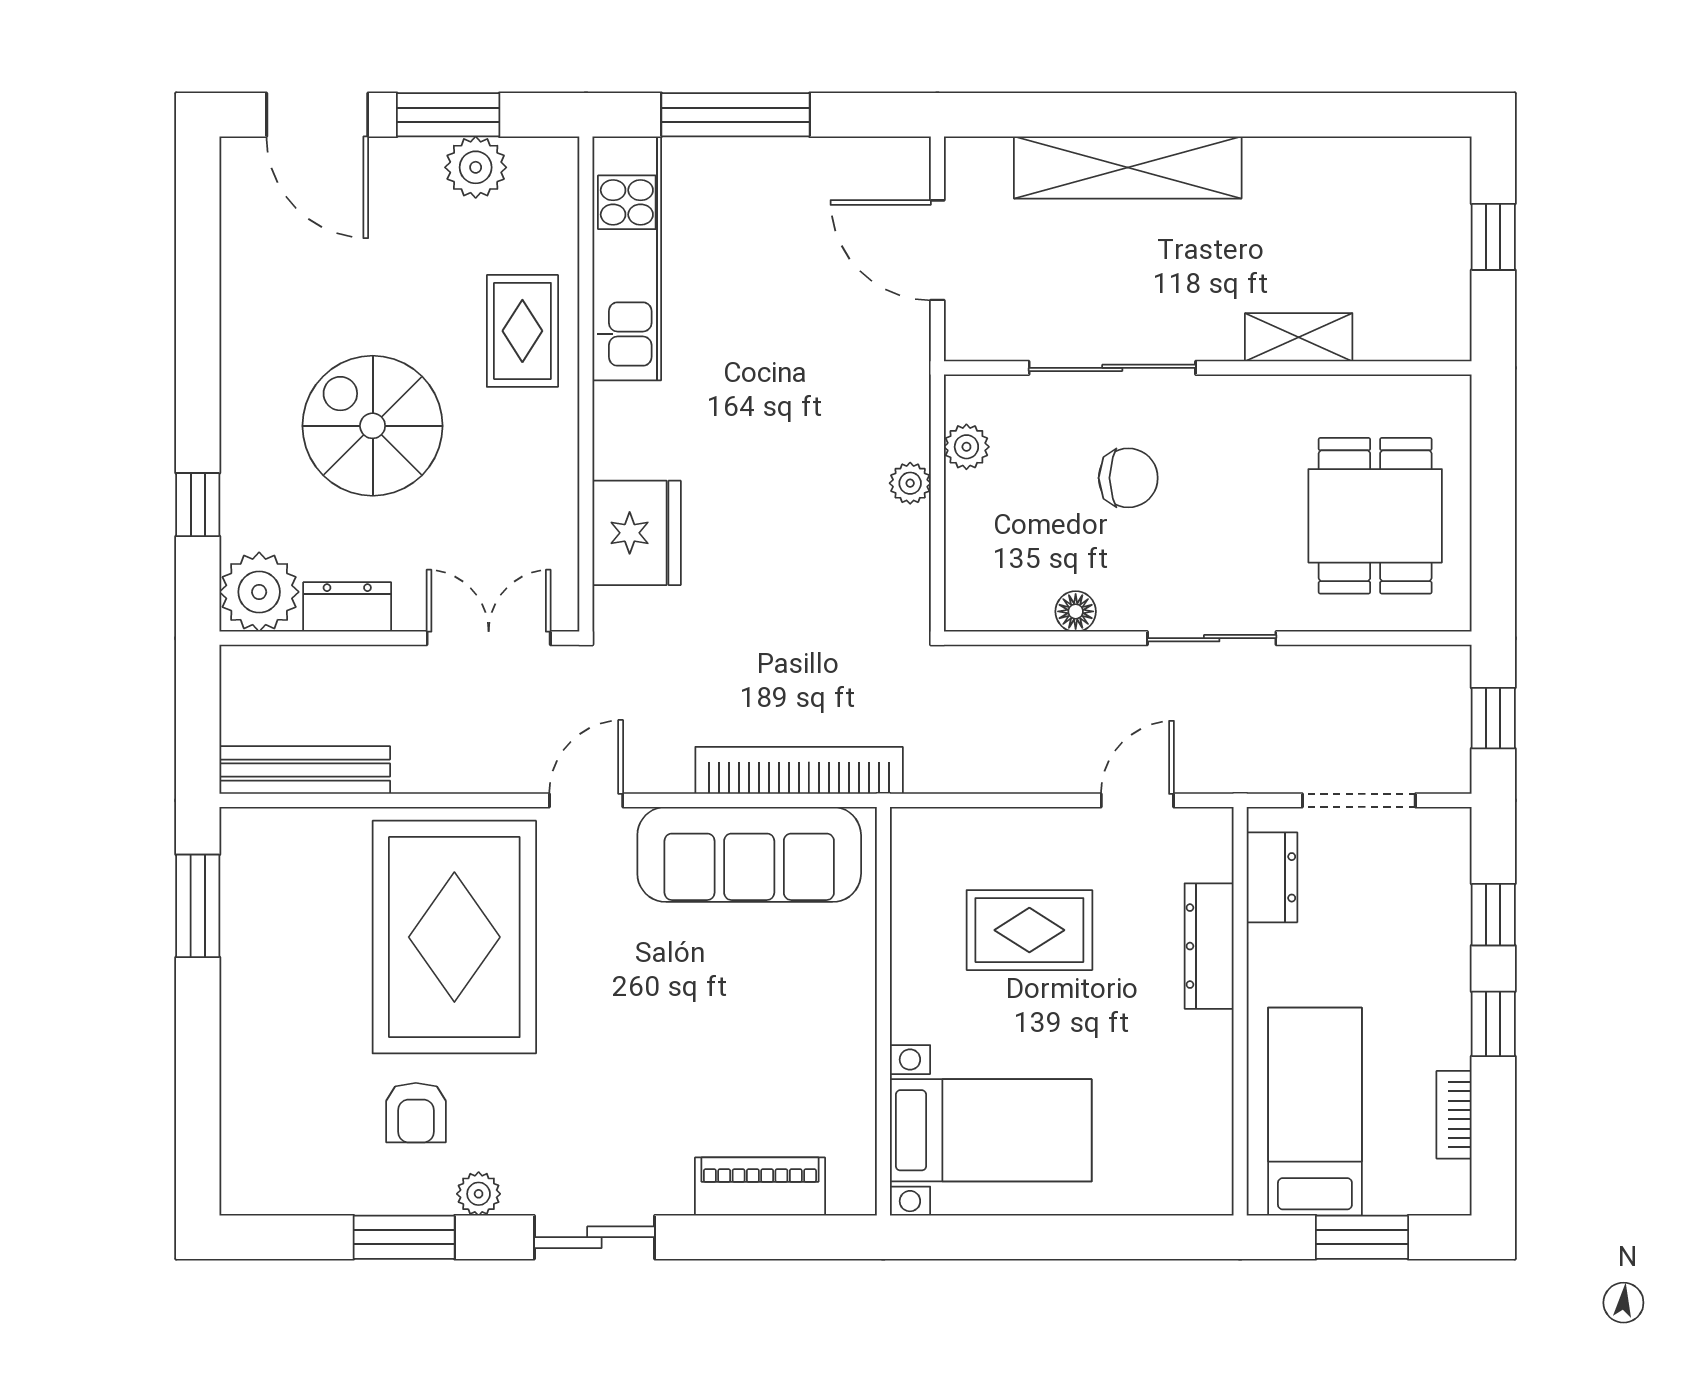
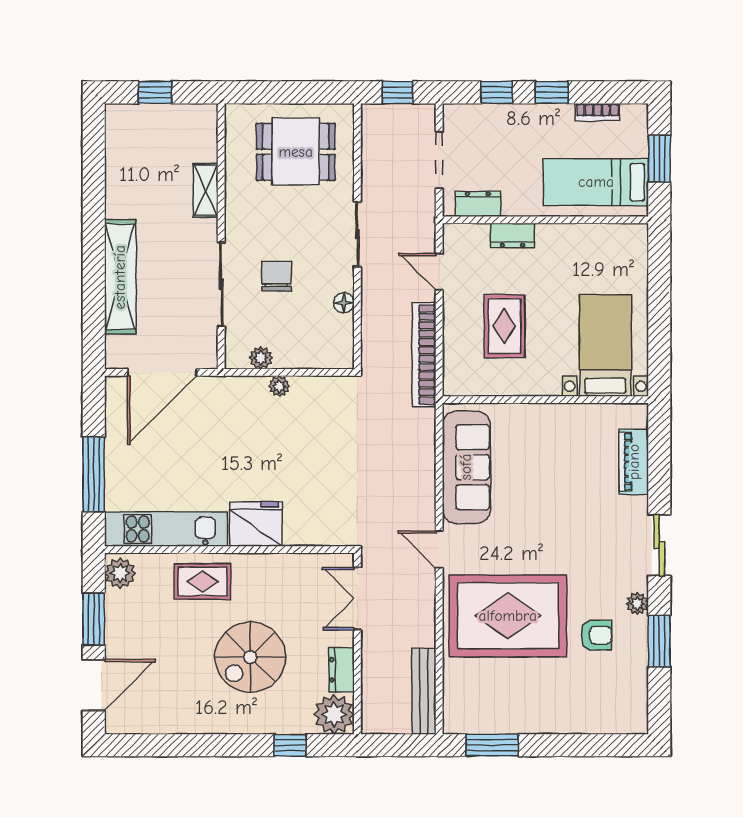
plant: (476, 167) -> (120, 573), moved
door: (937, 250) -> (162, 372), width x1.36
fridge: (637, 533) -> (256, 524), moved
bookcase: (799, 770) -> (424, 355), moved
dresser: (1209, 946) -> (513, 236), width x0.70

